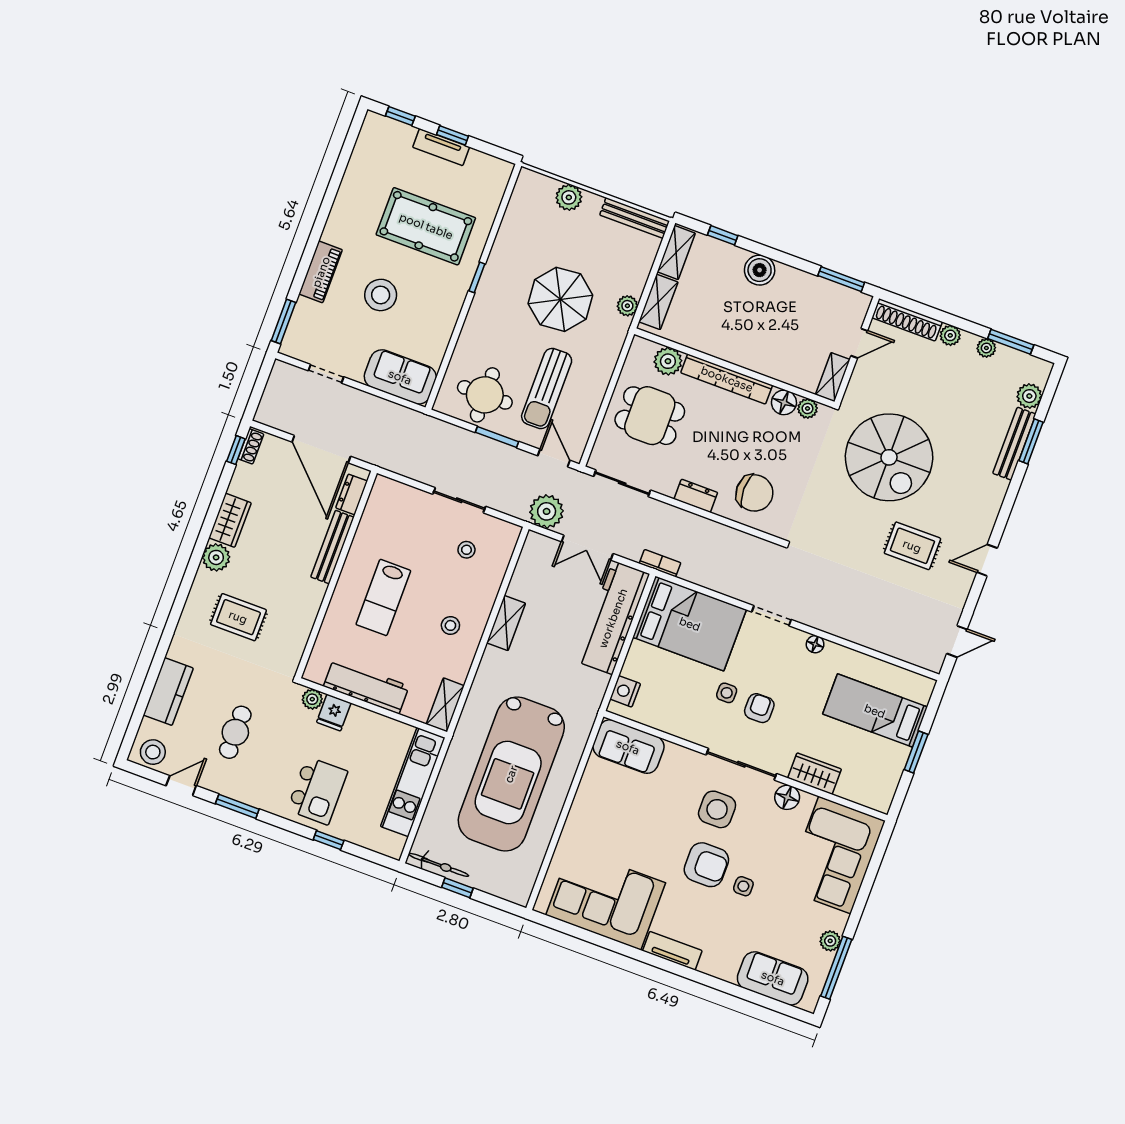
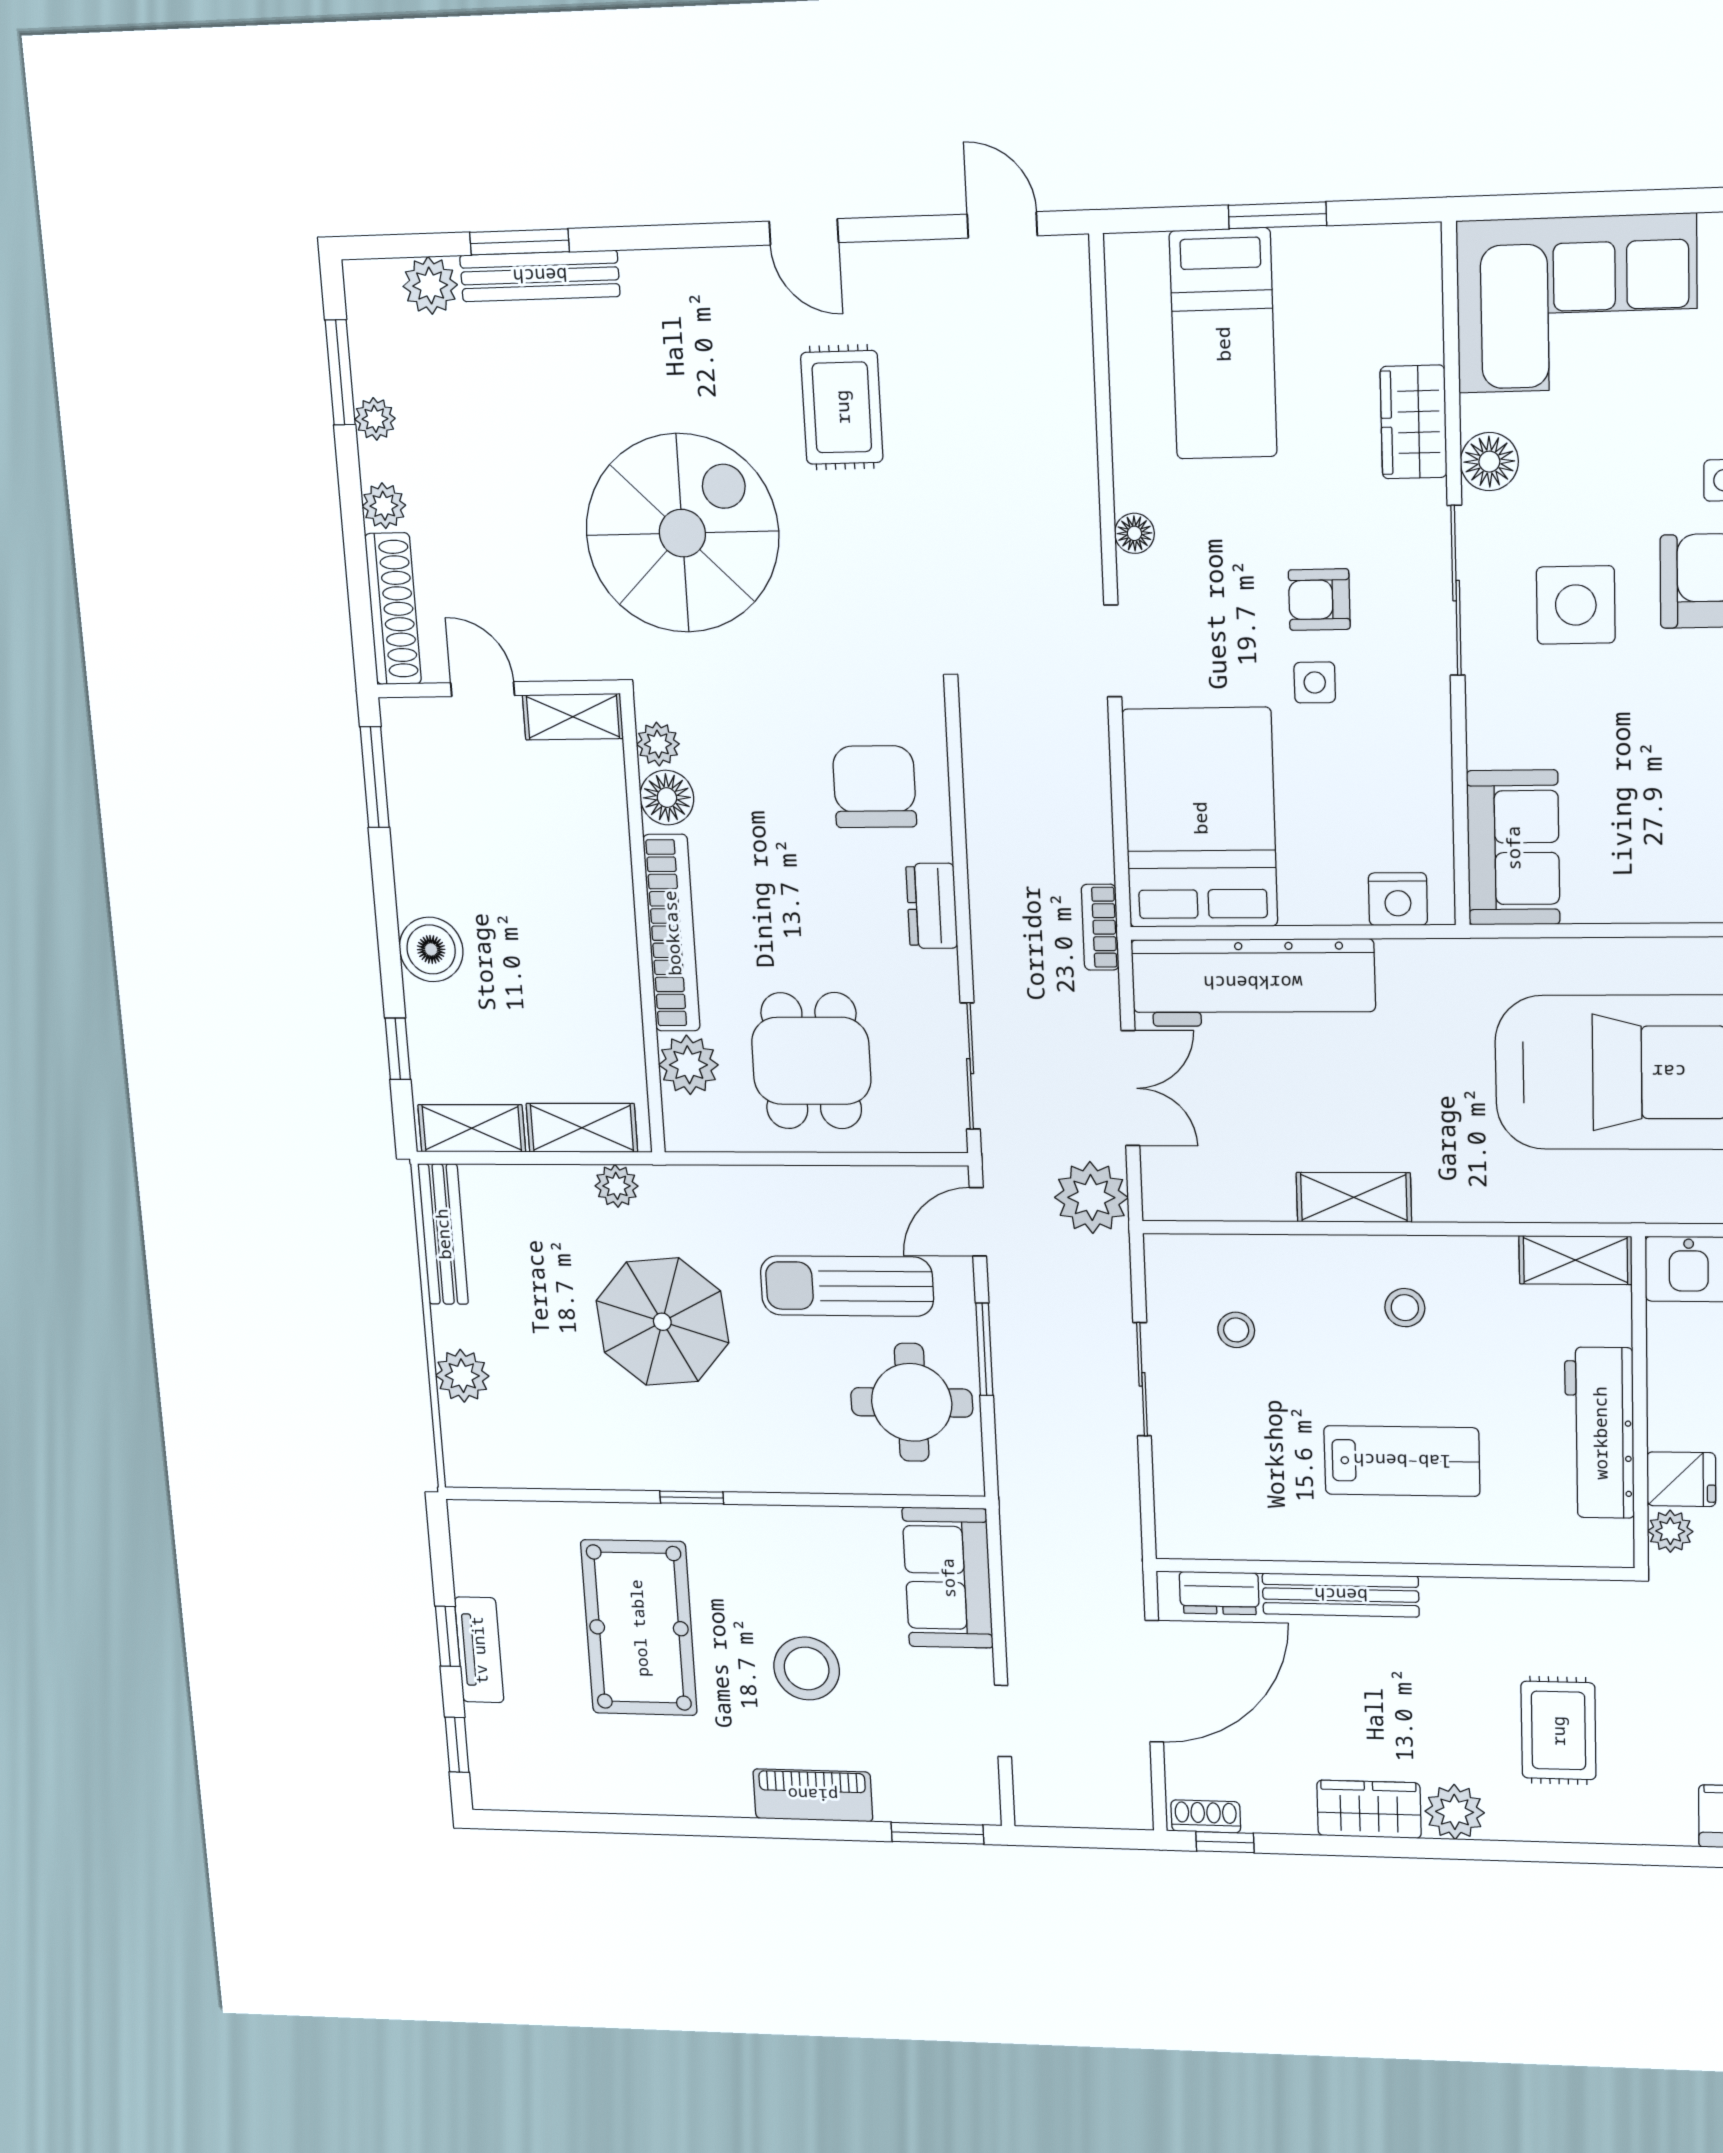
sun lounger: (547, 389) -> (847, 1286), turned 180

